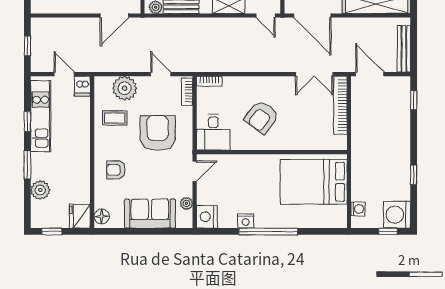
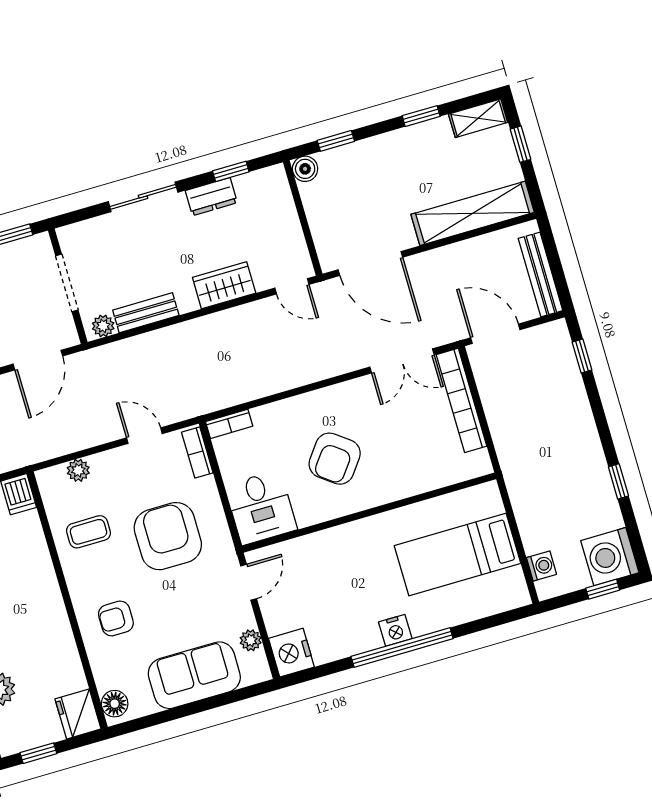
plant: (125, 88) -> (78, 470), width x0.53, depth x0.53
bed: (314, 182) -> (458, 555), width x0.67
nightstand: (246, 221) -> (395, 630), moved

